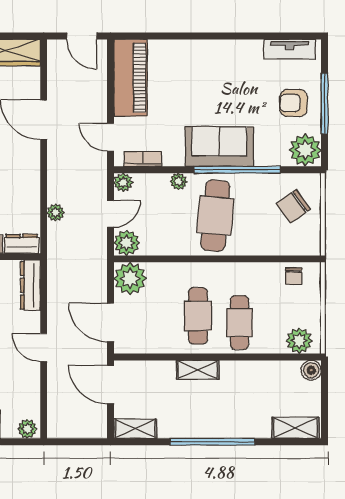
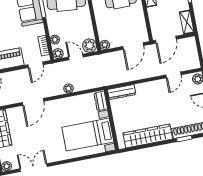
plant: (179, 181) -> (55, 40), moved
plant: (56, 212) -> (68, 89), moved
plant: (130, 278) -> (105, 45), width x0.53, depth x0.53
door: (44, 347) -> (173, 75), moved

